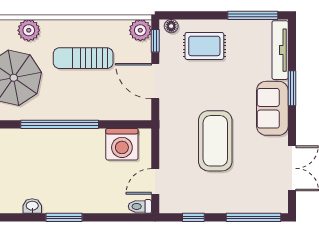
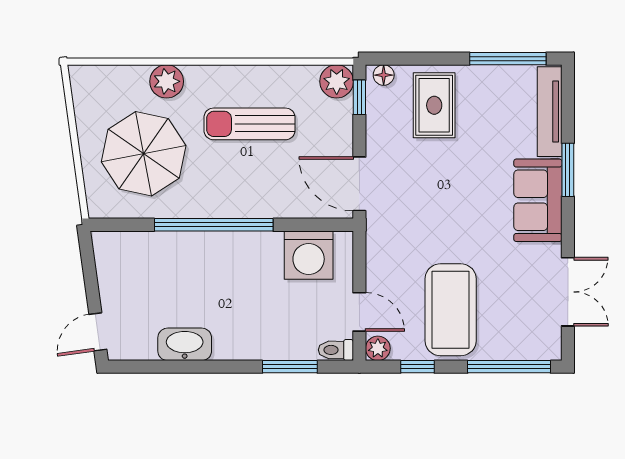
rug: (204, 46) -> (434, 105), turned 90
door: (155, 81) -> (359, 184), moved
coffee table: (215, 141) -> (451, 310), moved
door: (155, 181) -> (359, 312), swing flipped
plant: (167, 205) -> (378, 348), added
washbasin: (32, 206) -> (185, 344), width x1.91, depth x1.45
window: (64, 217) -> (290, 367), moved

